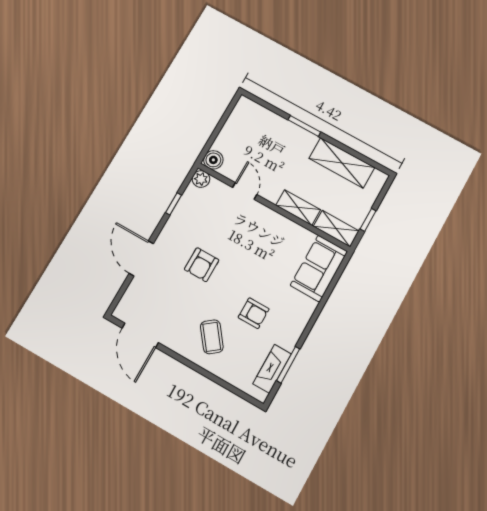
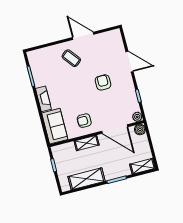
door: (245, 191) -> (115, 129), width x1.88
shelving: (336, 229) -> (142, 166), moved
armchair: (254, 313) -> (84, 121), moved
door: (140, 335) -> (83, 36), moved
fireplace: (272, 369) -> (43, 99), moved

